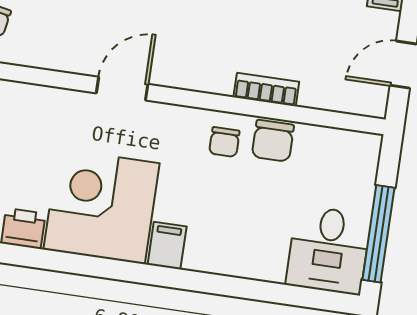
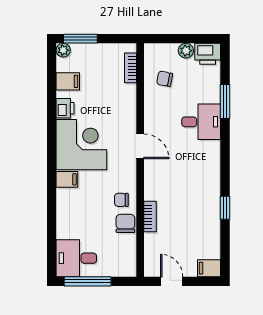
chair: (273, 141) -> (125, 223), turned 90

